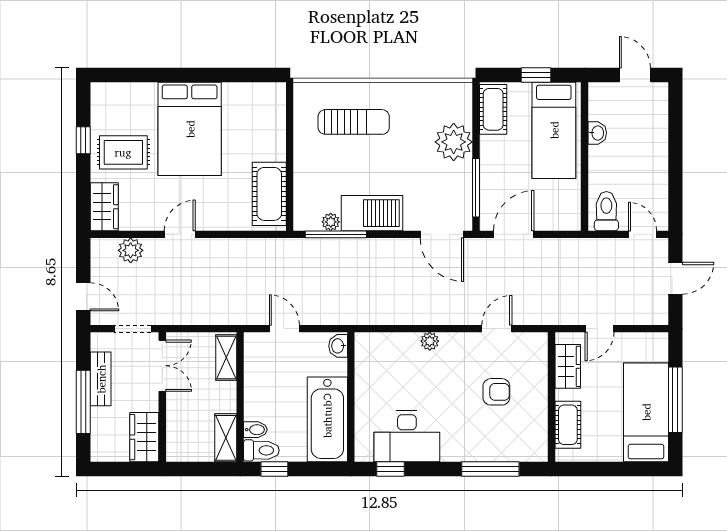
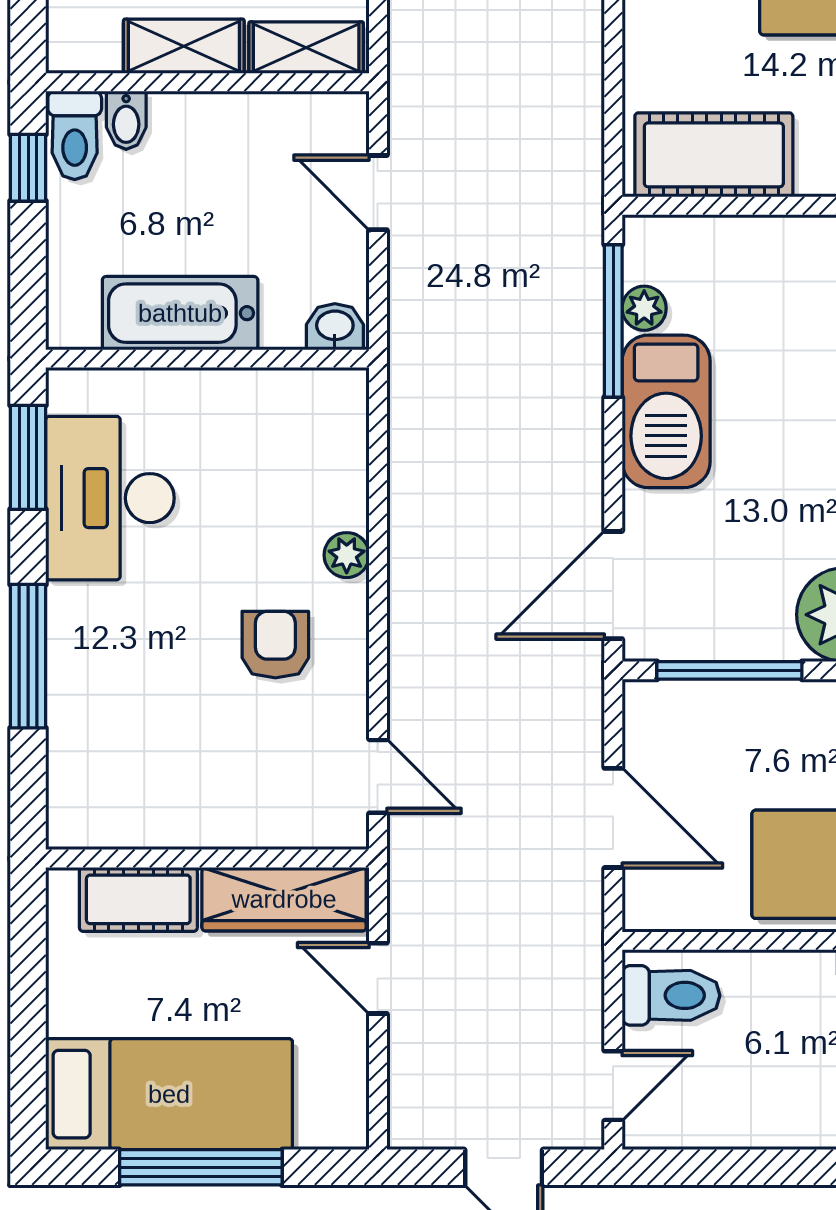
door: (514, 234) -> (613, 818), moved
door: (284, 329) -> (378, 193), swing flipped
door: (497, 329) -> (378, 776), moved
wardrobe: (568, 366) -> (284, 899), width x1.50
armchair: (496, 392) -> (275, 645), moved, turned 180
bathtub: (327, 419) -> (180, 313), width x0.73, depth x0.73
shelving: (226, 438) -> (184, 46), moved
window: (391, 469) -> (28, 457), width x1.50
window: (490, 469) -> (28, 656), moved

